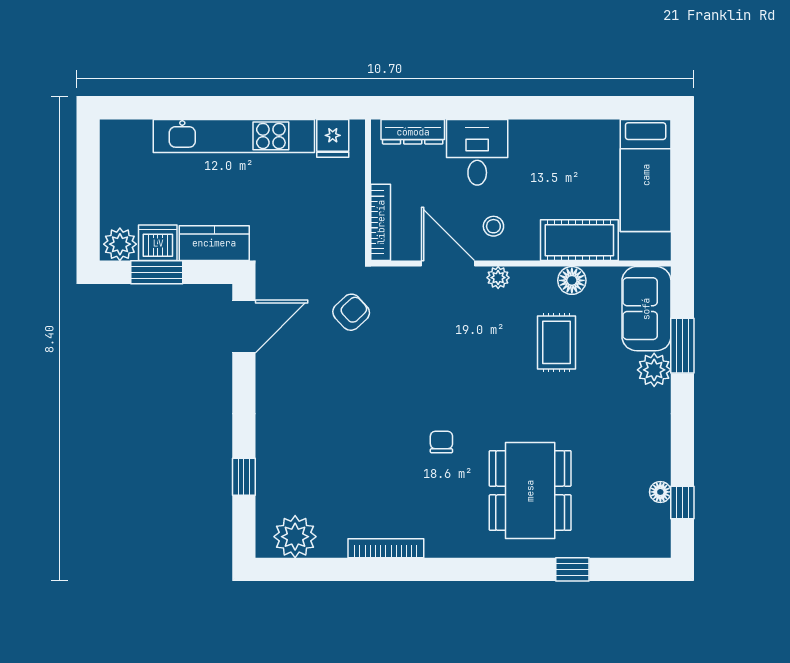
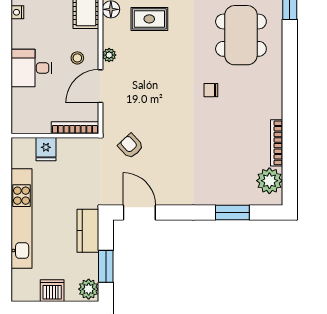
nightstand: (567, 129) -> (17, 12), added
dresser: (413, 132) -> (19, 108), removed
fridge: (333, 138) -> (46, 149), moved, turned 90
dishwasher: (158, 243) -> (52, 291), moved, turned 90
window: (244, 477) -> (232, 212), width x1.50
dining table: (530, 491) -> (241, 35), turned 90
bookcase: (386, 548) -> (277, 143), moved

